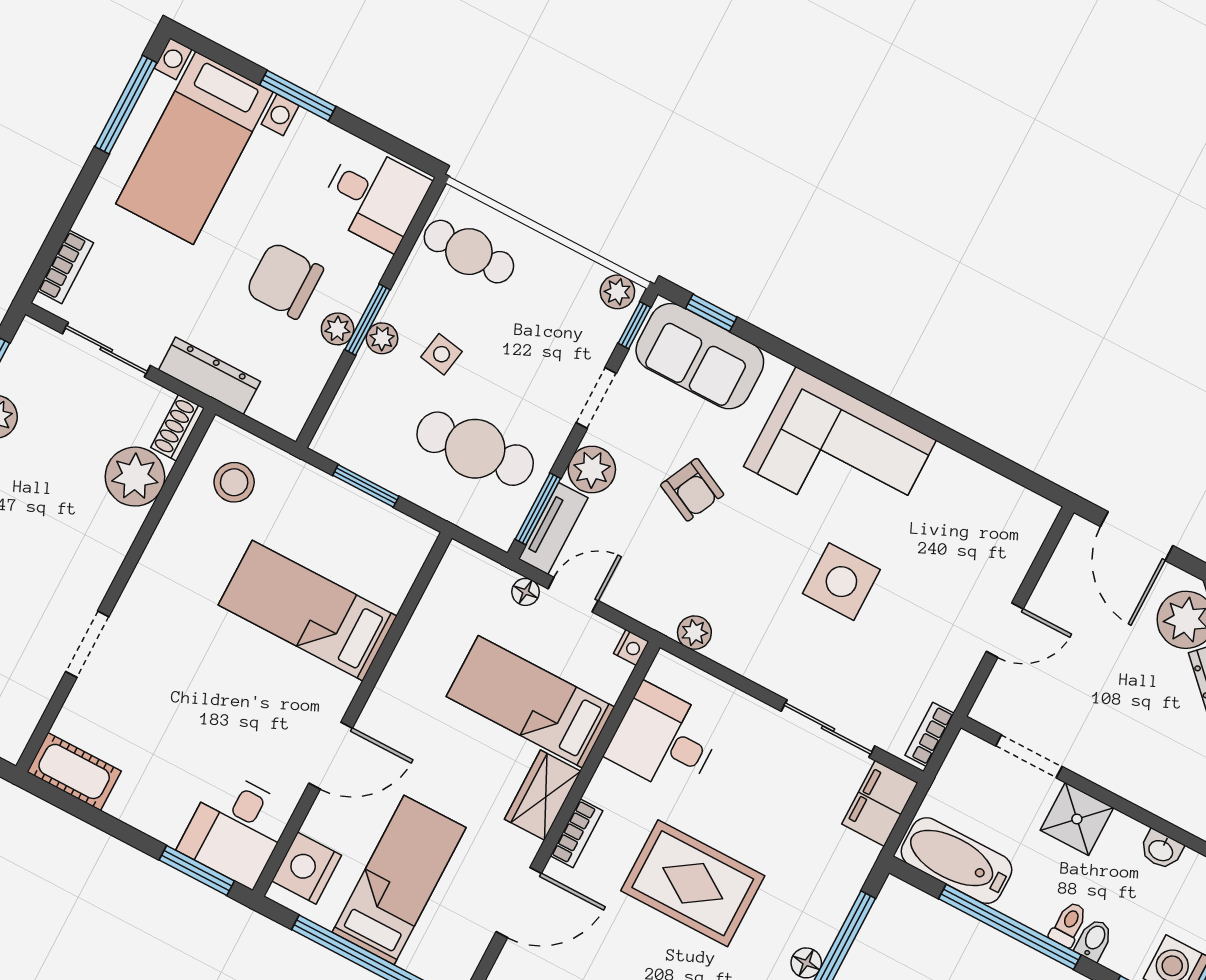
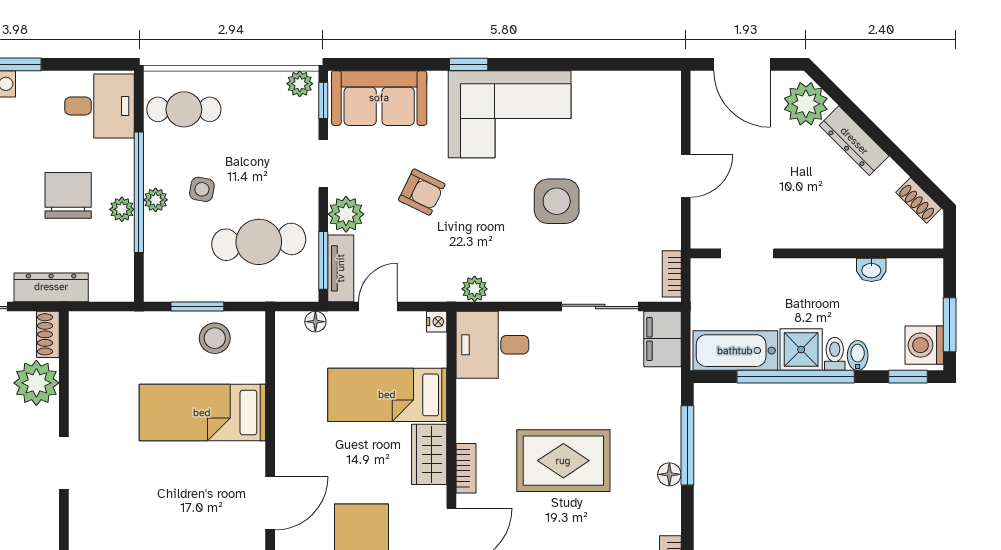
chair: (284, 280) -> (68, 195), turned 90
window: (711, 313) -> (469, 64), moved
window: (367, 320) -> (139, 192), width x2.11
stool: (234, 482) -> (215, 338), moved
floor lamp: (526, 592) -> (315, 322), moved
doorway: (87, 644) -> (64, 463), moved
desk: (664, 740) -> (492, 345), moved
shower: (1077, 819) -> (801, 350), moved

